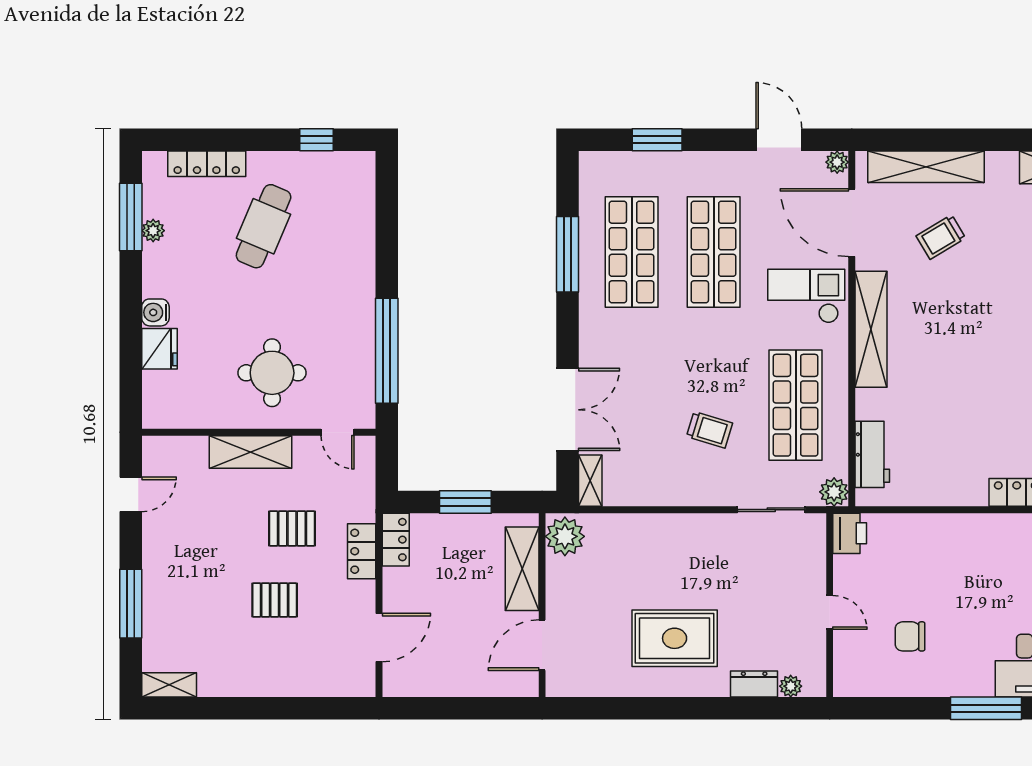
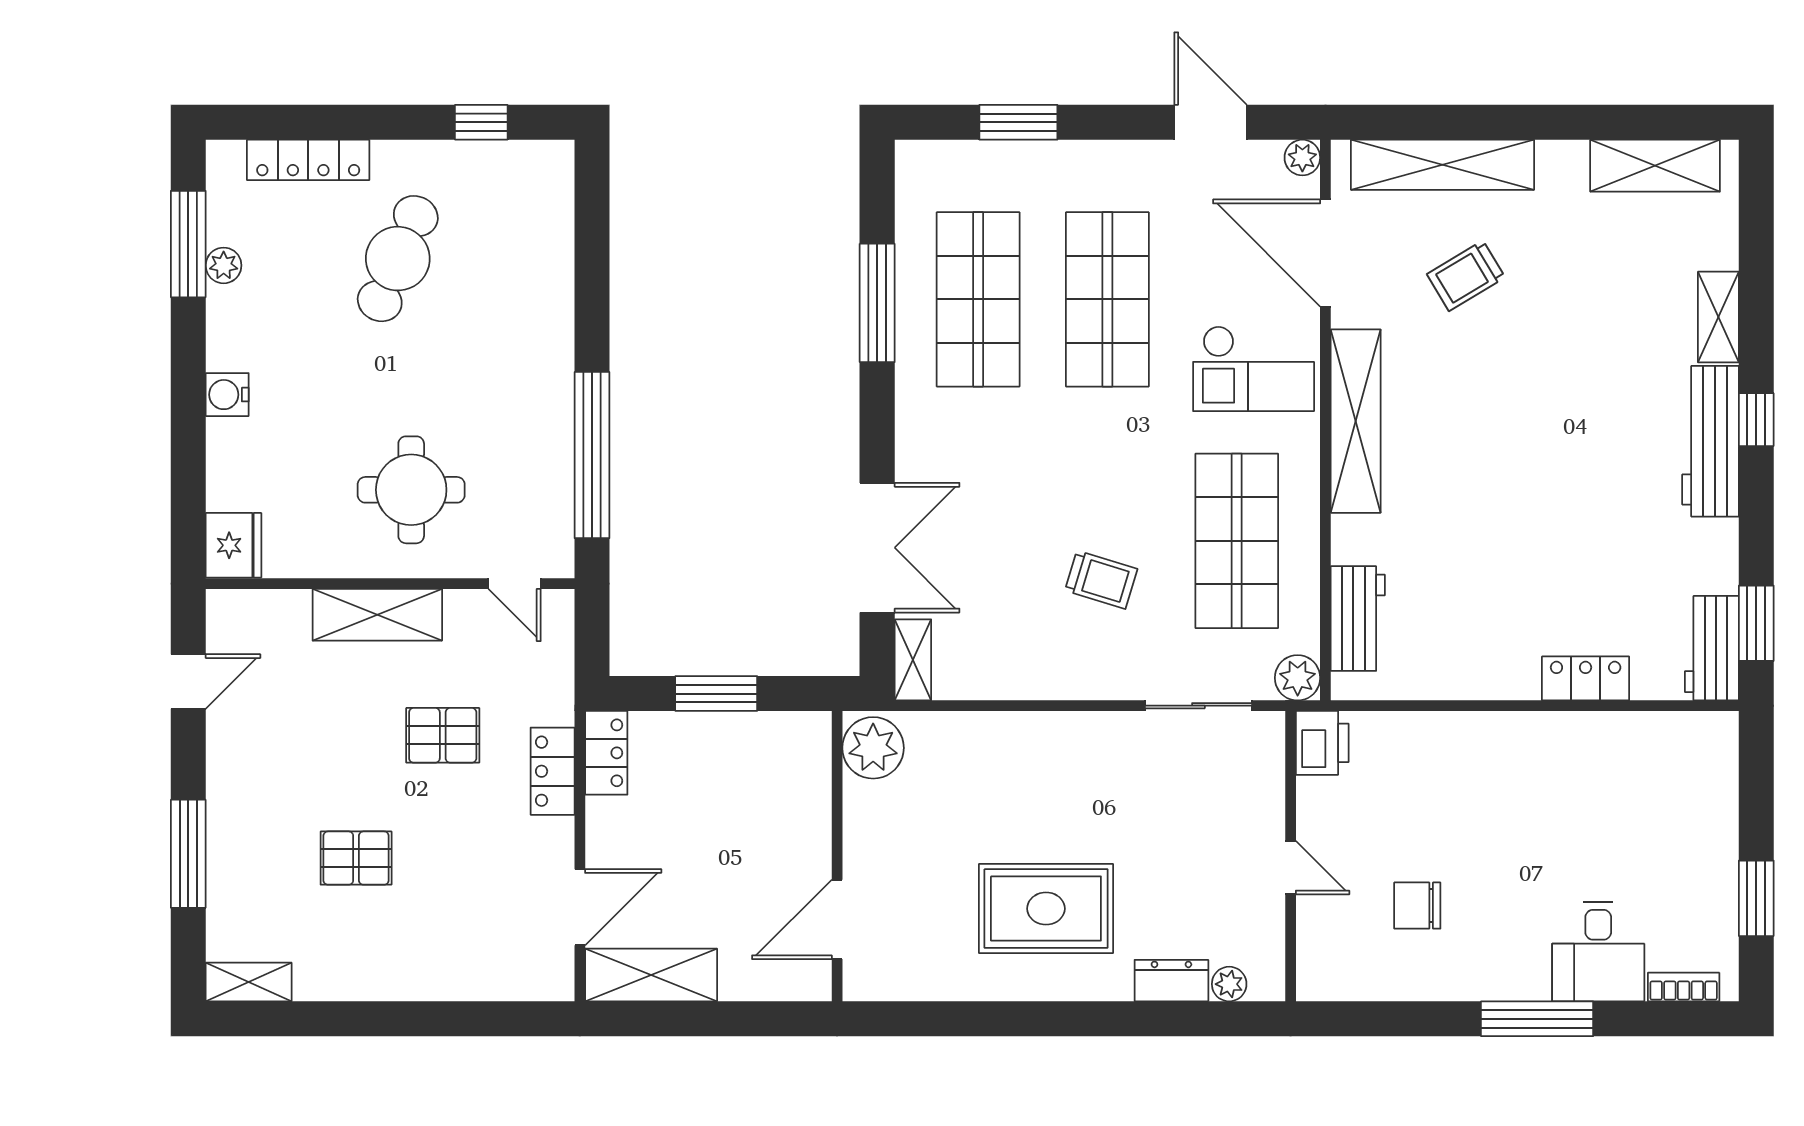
checkout: (806, 296) -> (1254, 369), turned 180
fridge: (159, 349) -> (234, 545), moved
shelving: (522, 569) -> (651, 975), moved, turned 90
pallet: (275, 600) -> (356, 858), moved

